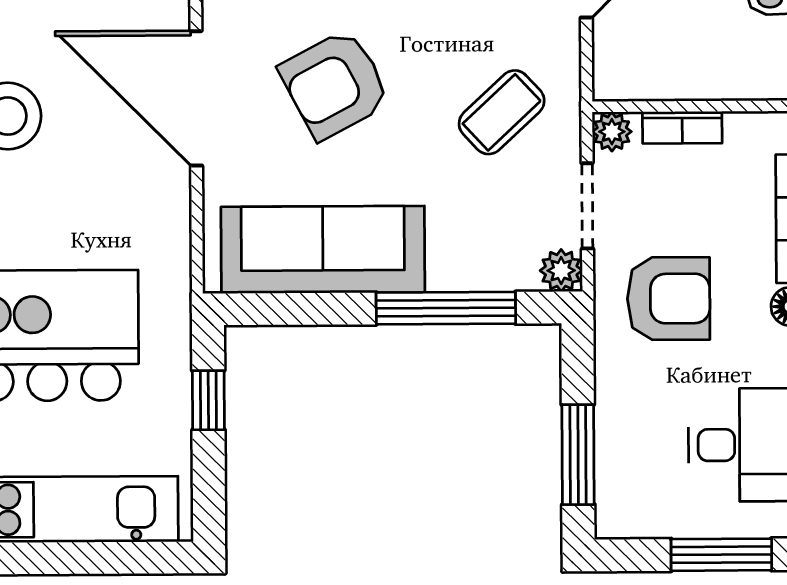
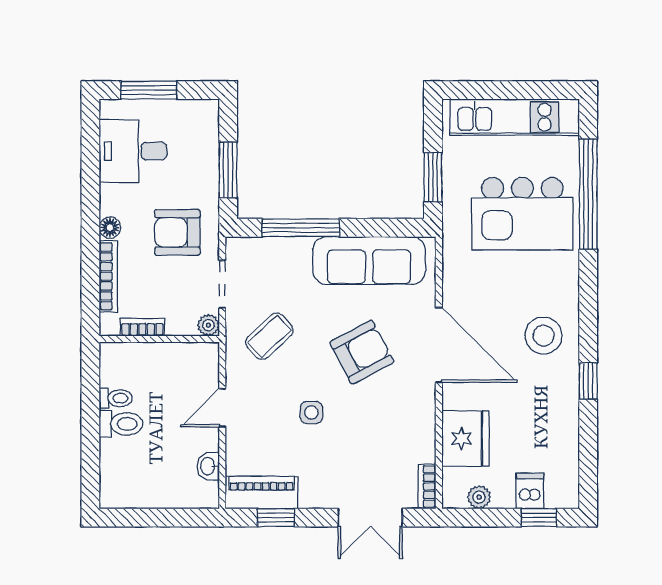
bookcase: (682, 128) -> (142, 327), moved
plant: (561, 270) -> (237, 248), removed
window: (208, 400) -> (433, 177), width x1.50
window: (578, 455) -> (228, 170), moved

